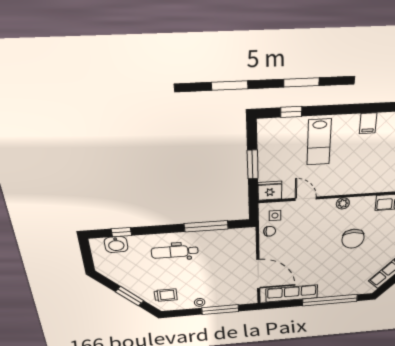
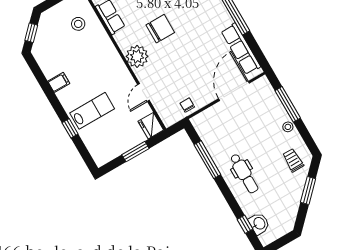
window: (291, 112) -> (70, 128), moved
plant: (343, 203) -> (137, 56), width x1.88, depth x1.88
side table: (275, 216) -> (171, 109), removed

